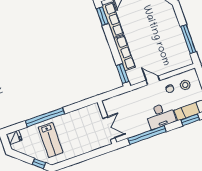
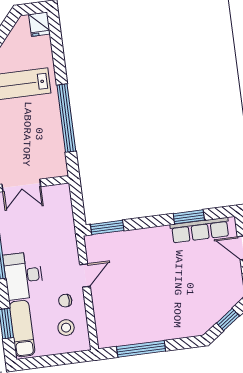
window: (102, 16) -> (189, 217), moved
row of seats: (125, 53) -> (141, 238), removed
window: (45, 117) -> (66, 118), moved

